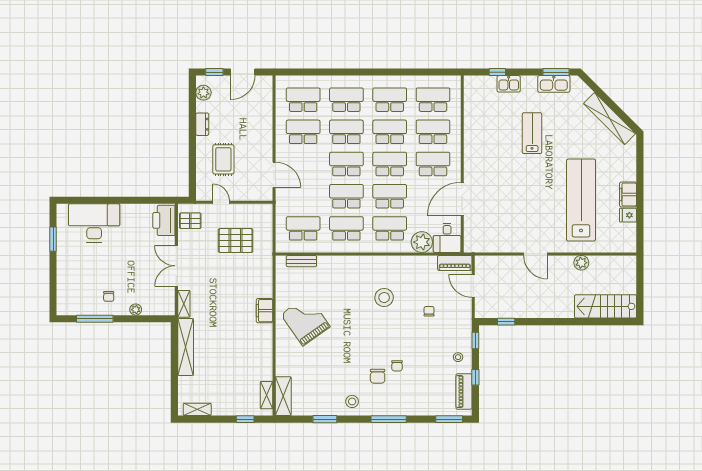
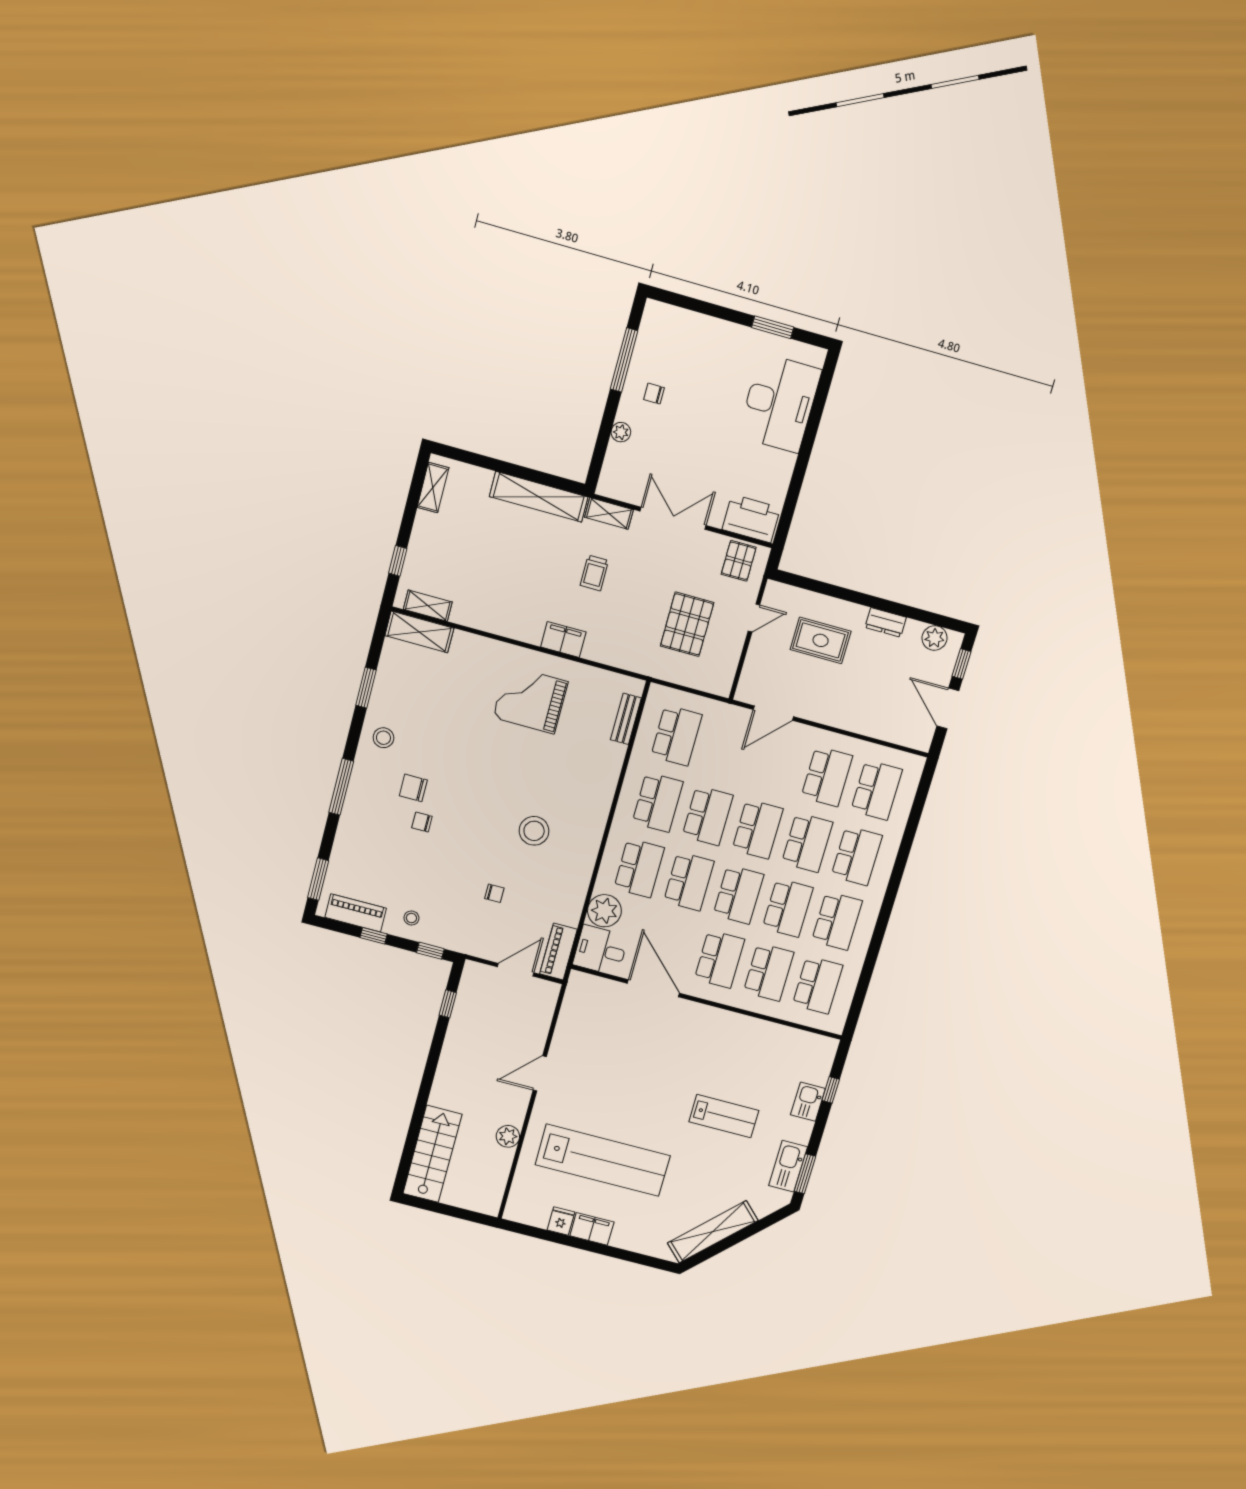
trolley: (221, 303) -> (594, 573), added
grand piano: (305, 321) -> (530, 700), turned -145

